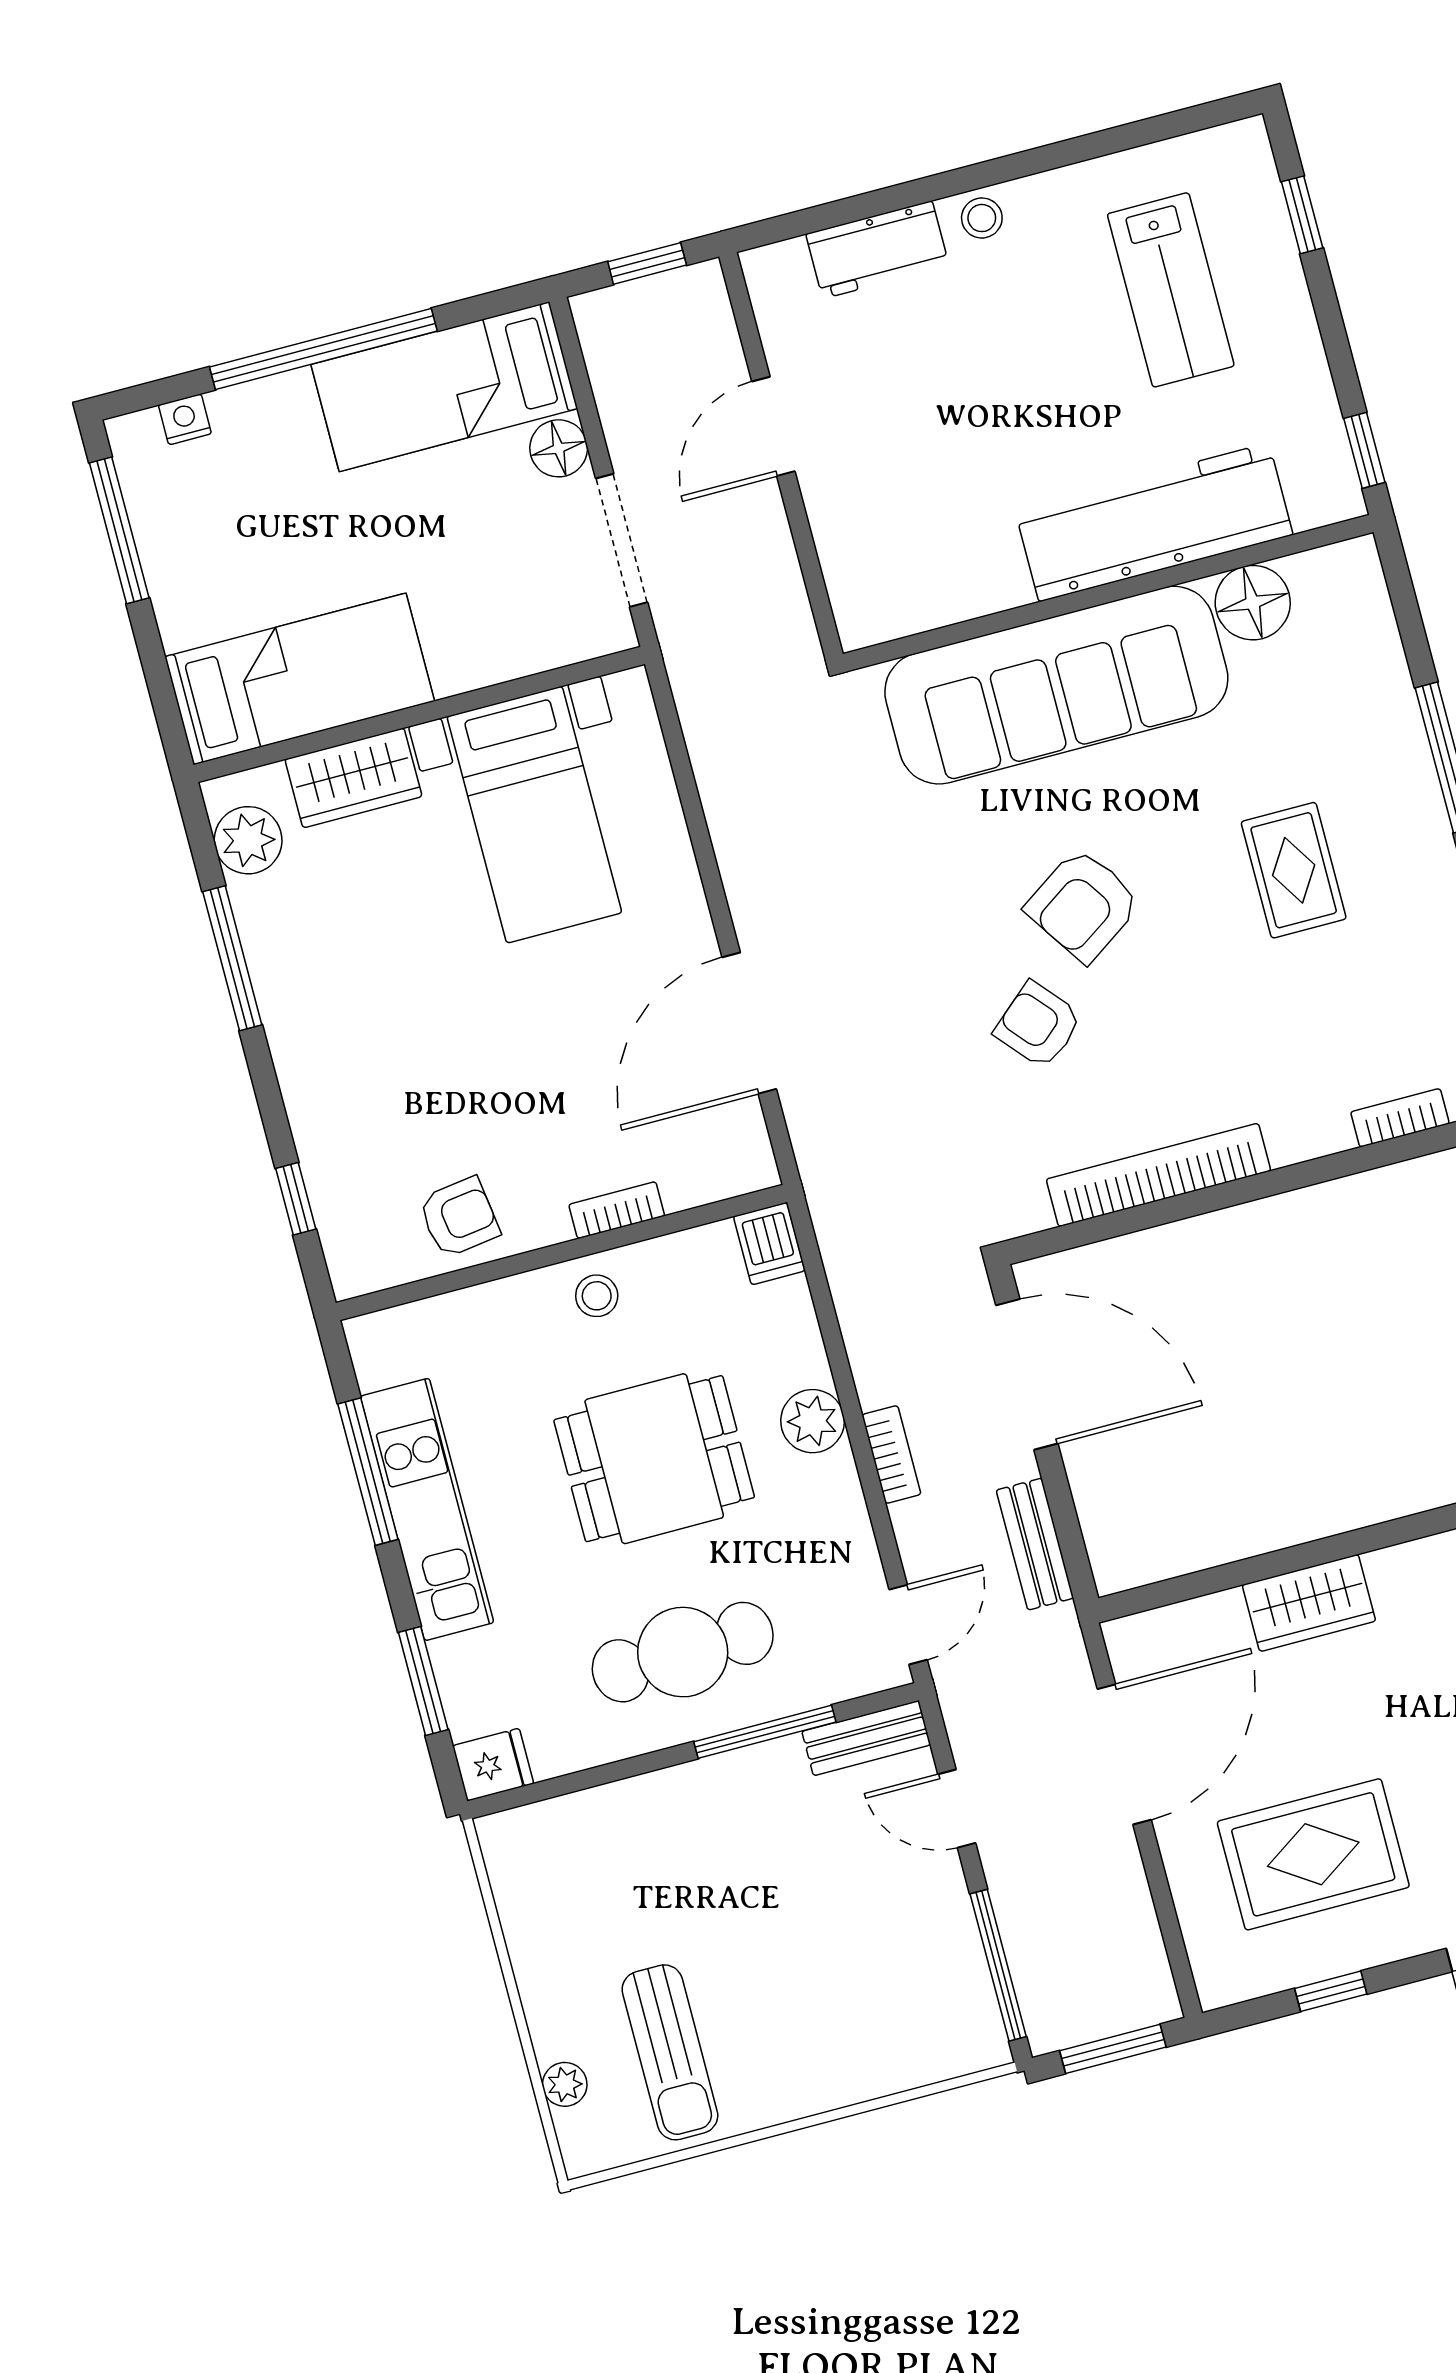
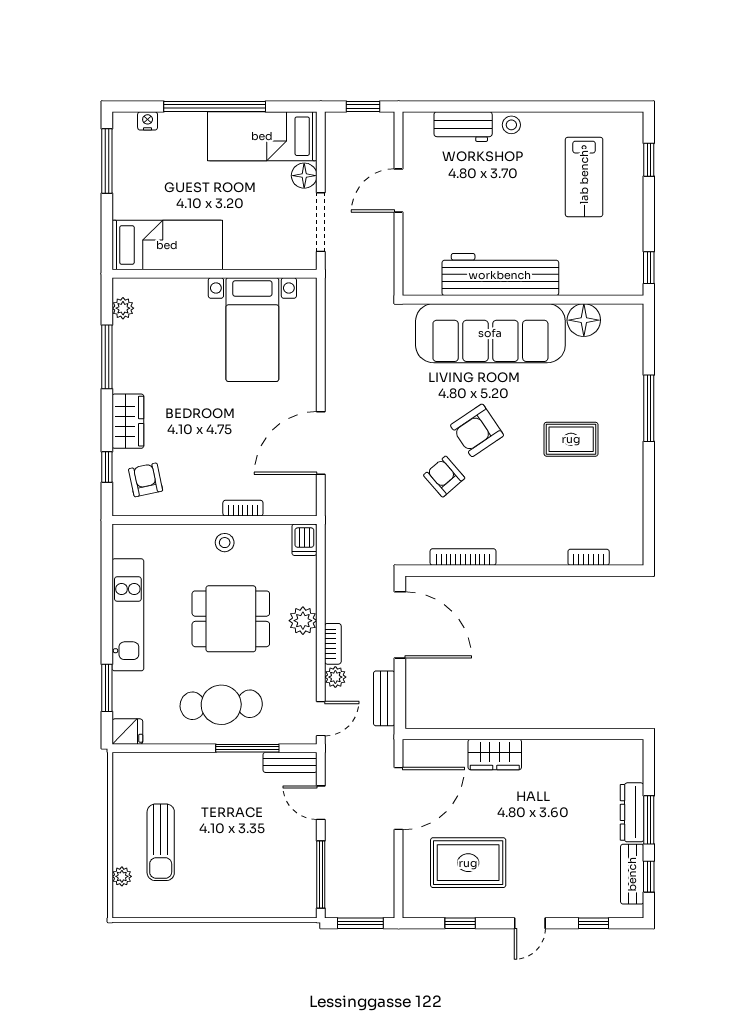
workbench: (1154, 522) -> (500, 275), moved
wardrobe: (353, 778) -> (128, 421), moved, turned -90
plant: (248, 840) -> (123, 308), width x0.73, depth x0.73
rug: (1294, 870) -> (571, 439), turned 90
bookcase: (1159, 1175) -> (463, 557), width x0.68, depth x0.76
armchair: (459, 1217) -> (146, 480), moved, turned -94
window: (368, 1472) -> (107, 592), removed
plant: (916, 1526) -> (335, 677), added
sun lounger: (670, 2052) -> (161, 842), moved

